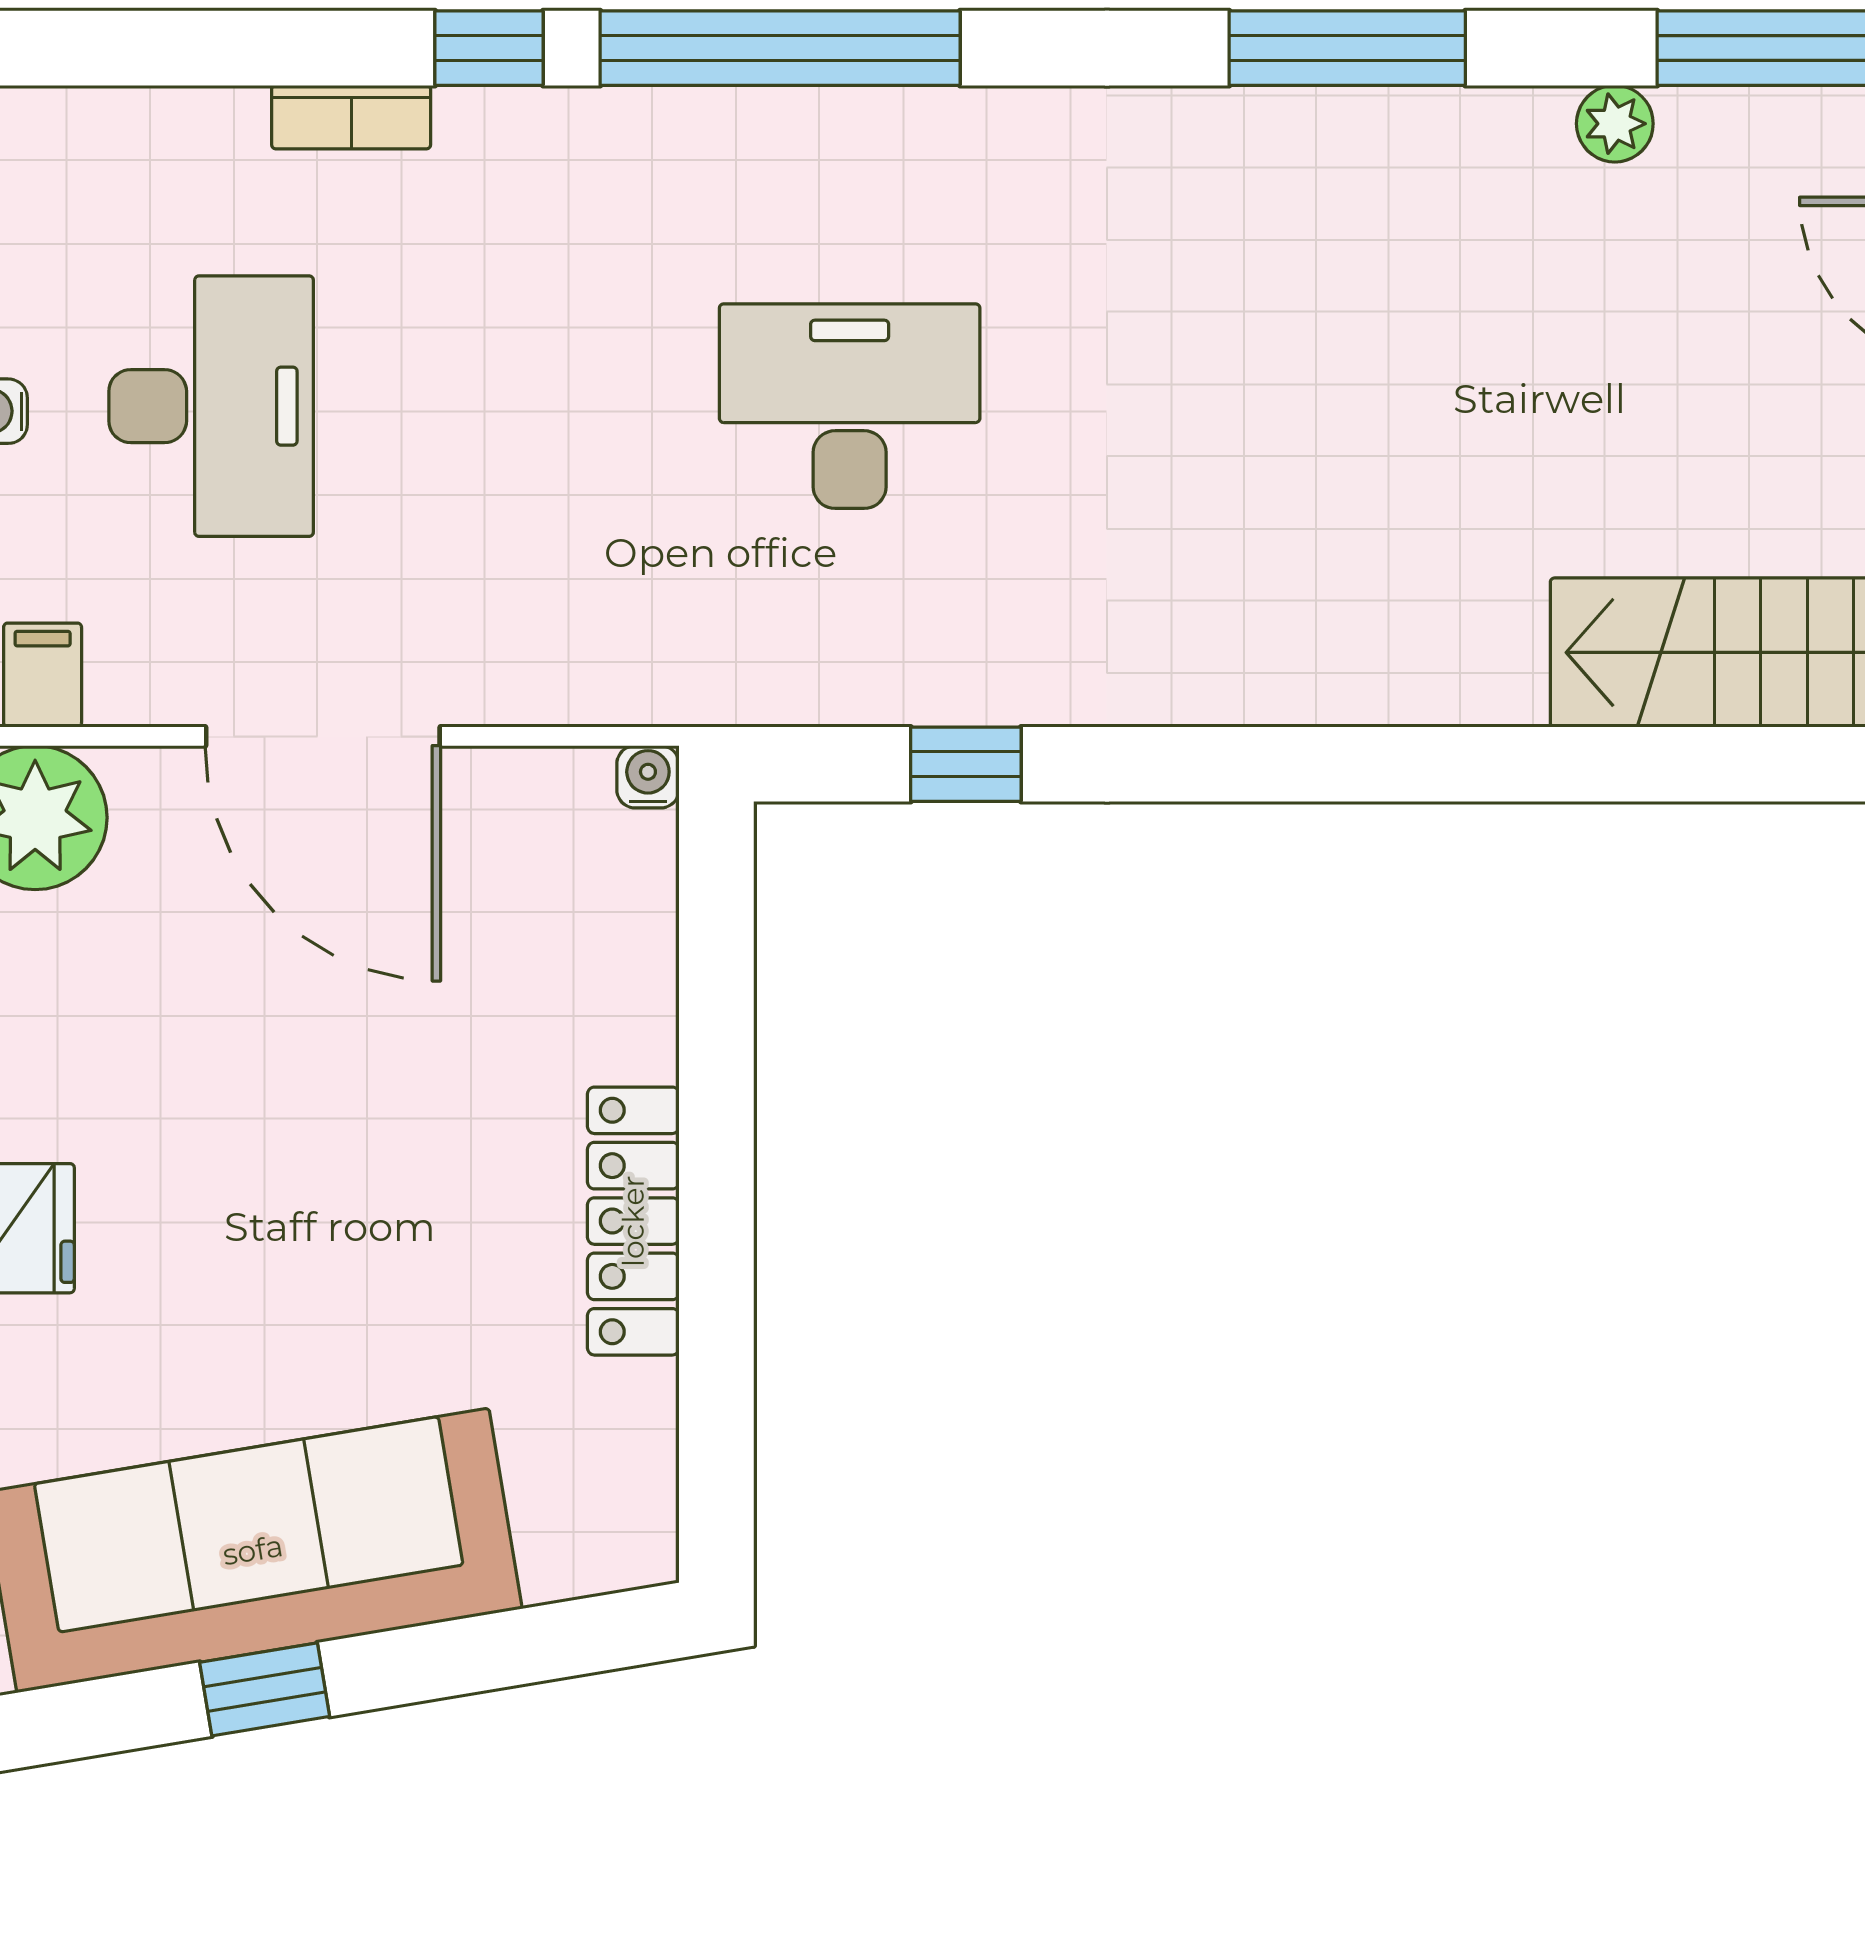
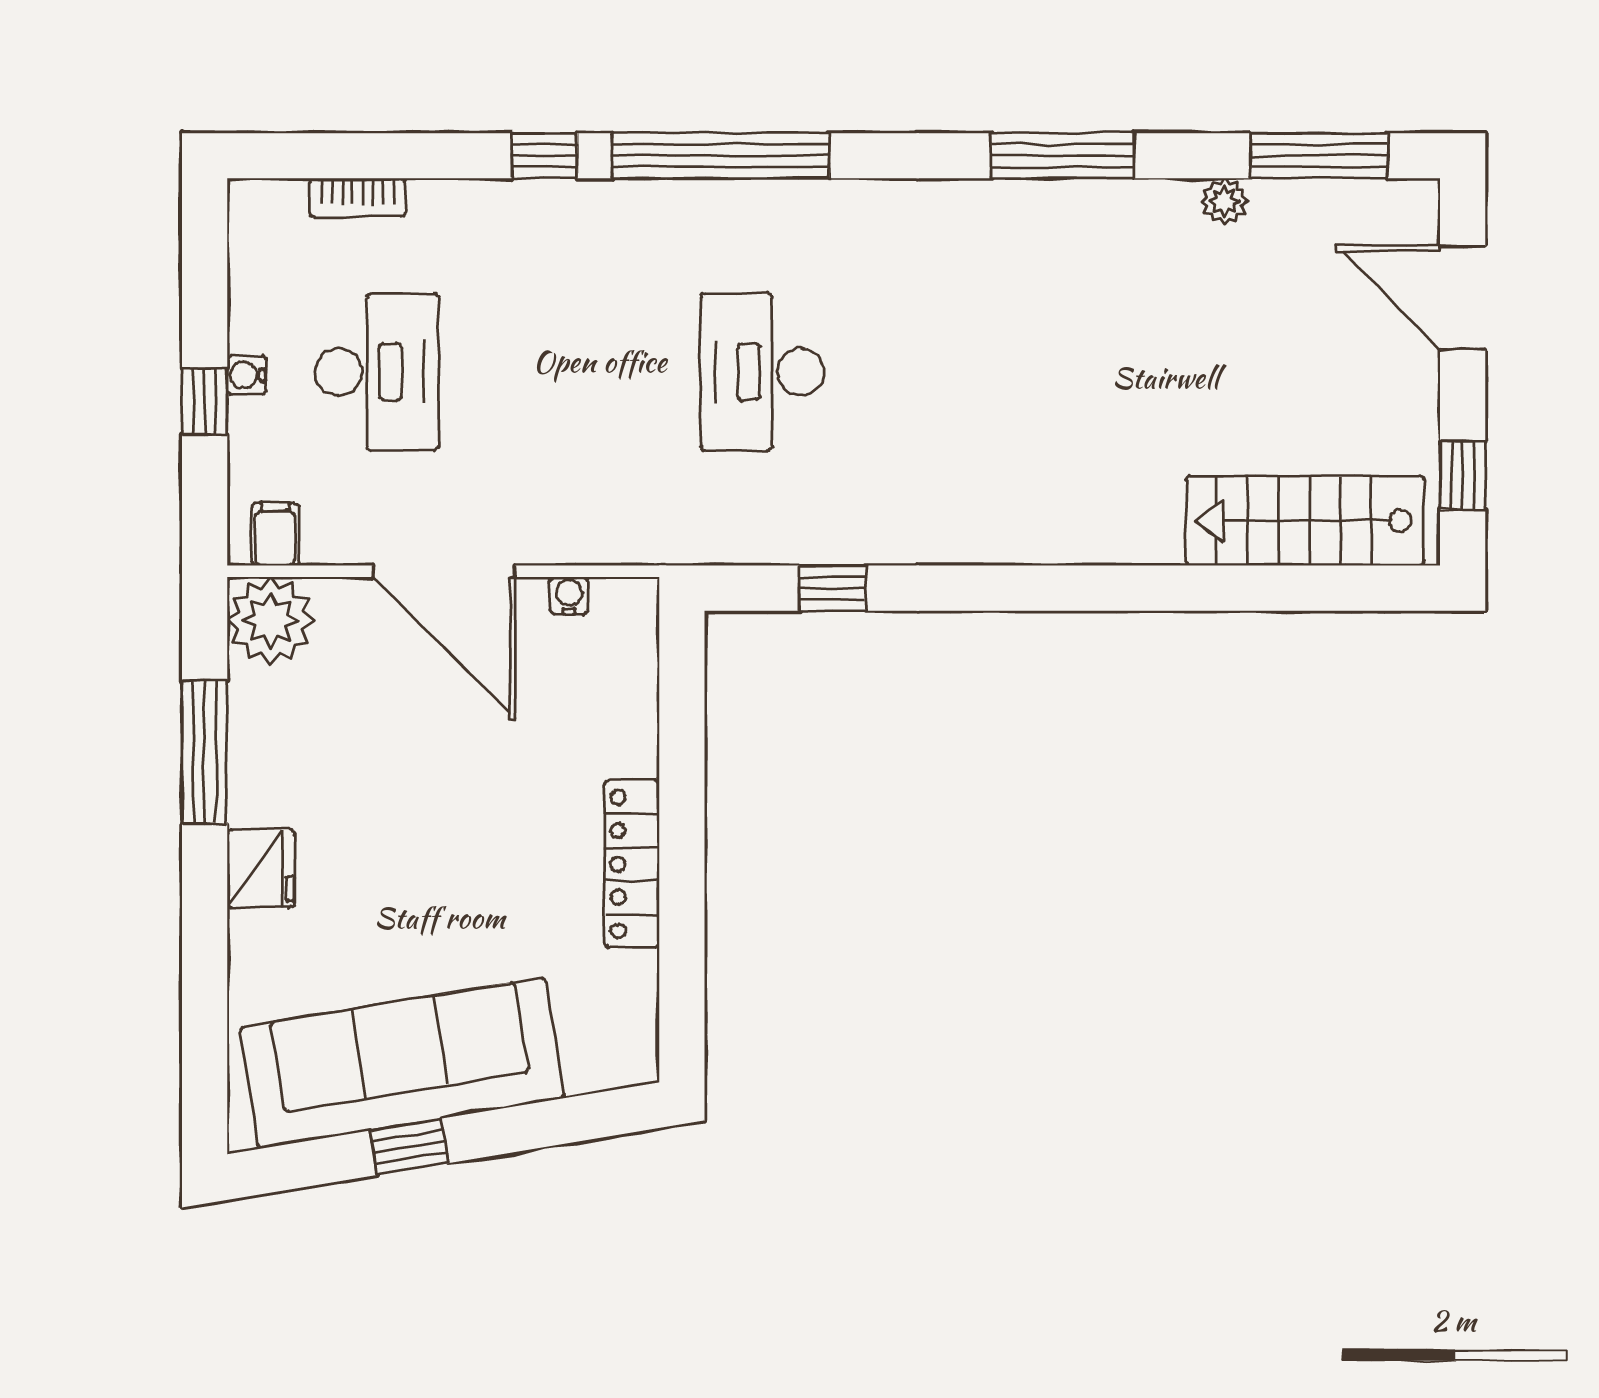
bookcase: (351, 117) -> (358, 197), moved
desk: (850, 406) -> (762, 372), turned -90
water cooler: (648, 777) -> (569, 596), moved

